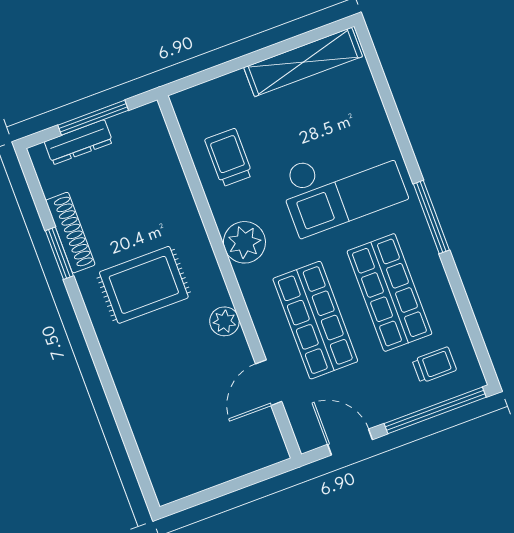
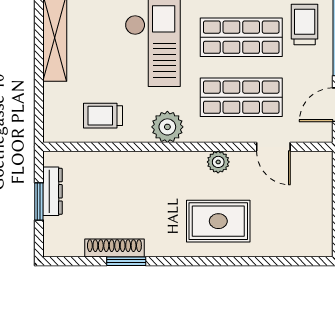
window: (93, 118) -> (39, 201), width x0.69
dresser: (79, 142) -> (52, 191), moved
rug: (144, 285) -> (218, 221), moved, turned 90
trolley: (434, 365) -> (305, 25), width x1.36, depth x1.39

